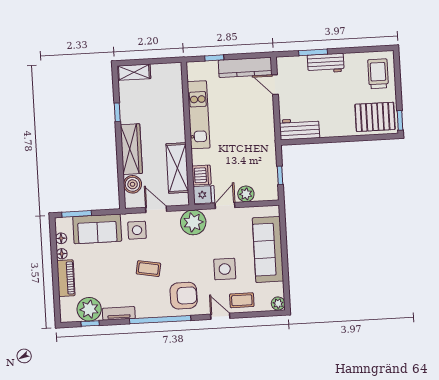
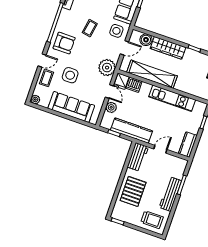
workbench: (326, 63) -> (170, 194), width x1.37
kitchen counter: (245, 67) -> (188, 145), width x0.67
door: (275, 85) -> (160, 149), moved
pallet: (375, 117) -> (133, 191), moved
kitchen counter: (266, 153) -> (131, 131), added
shelving: (177, 168) -> (152, 74), width x1.47
armchair: (184, 296) -> (64, 43), turned -90

